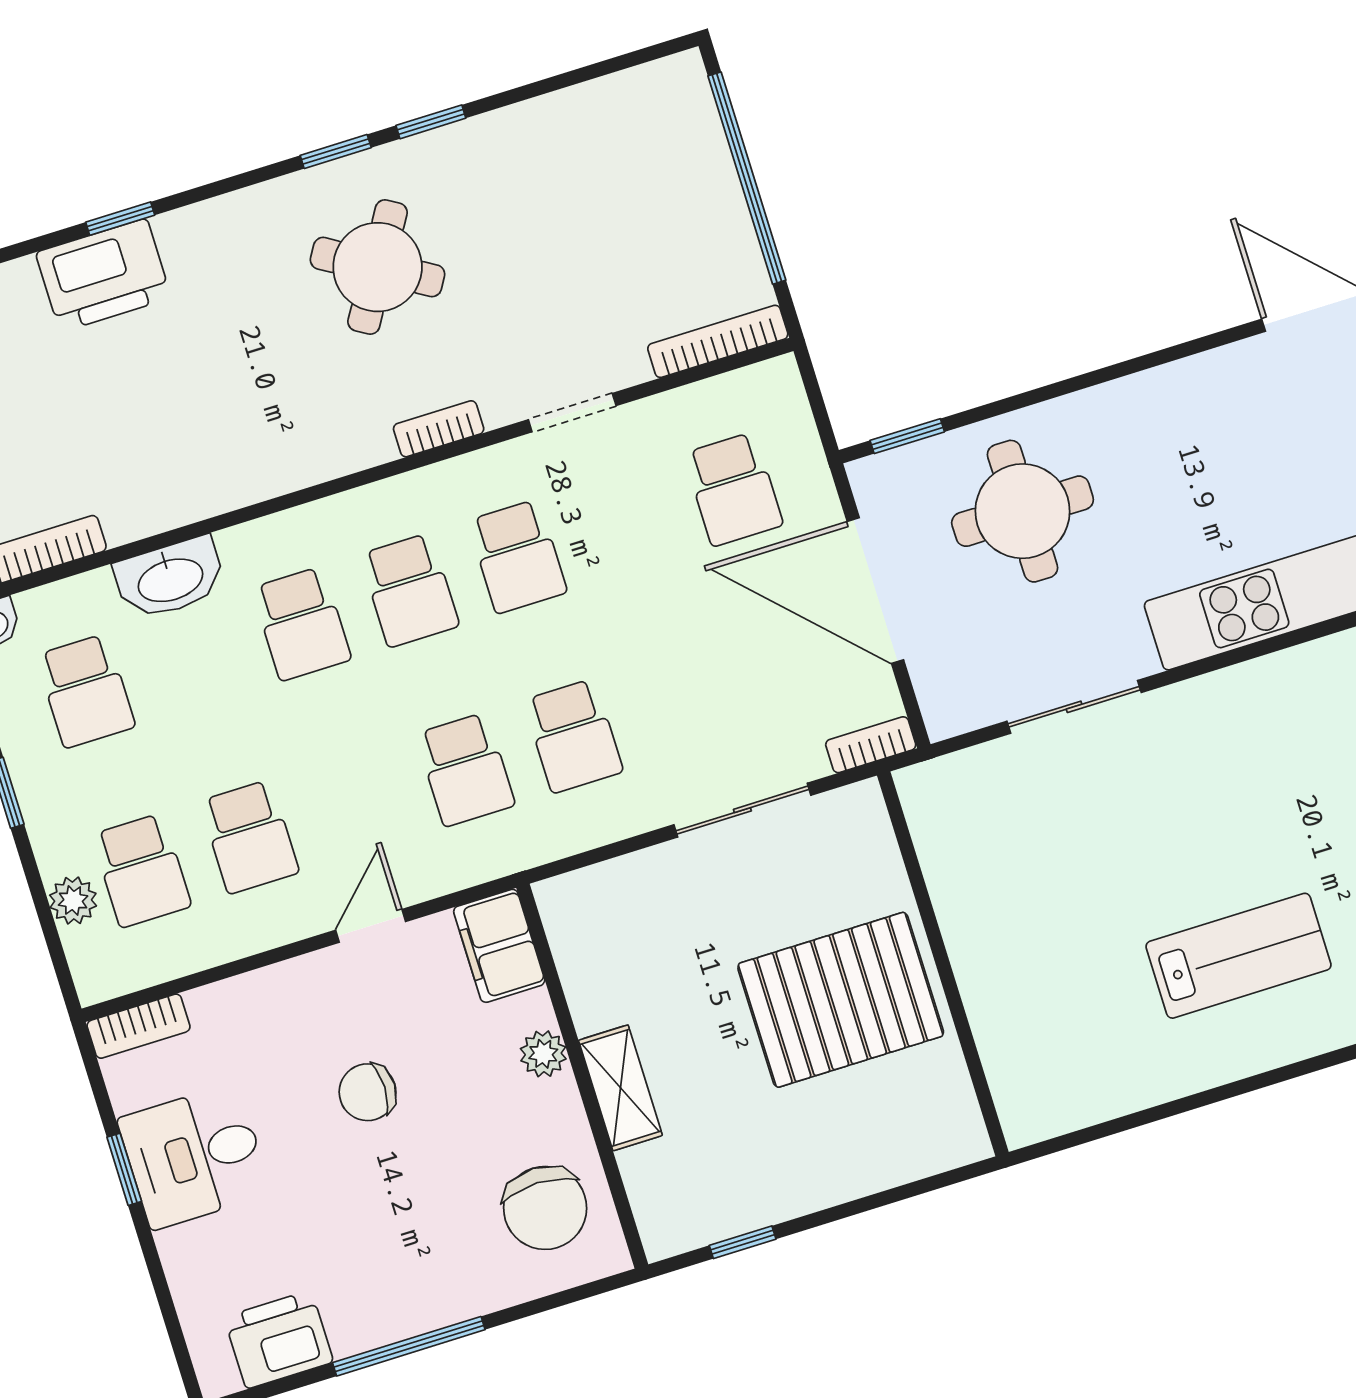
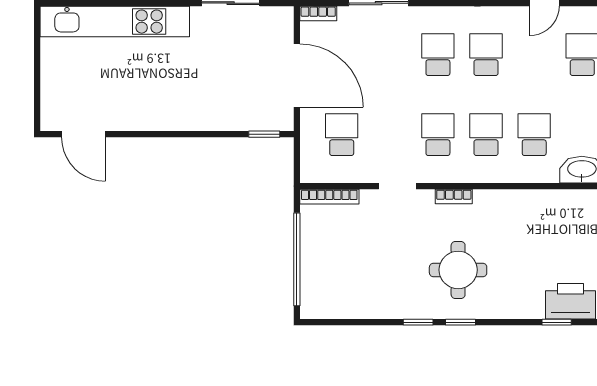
round table: (378, 267) -> (458, 270), turned -31
round table: (1023, 511) -> (227, 89), removed

